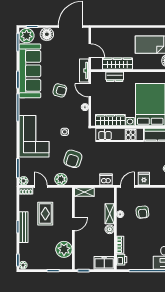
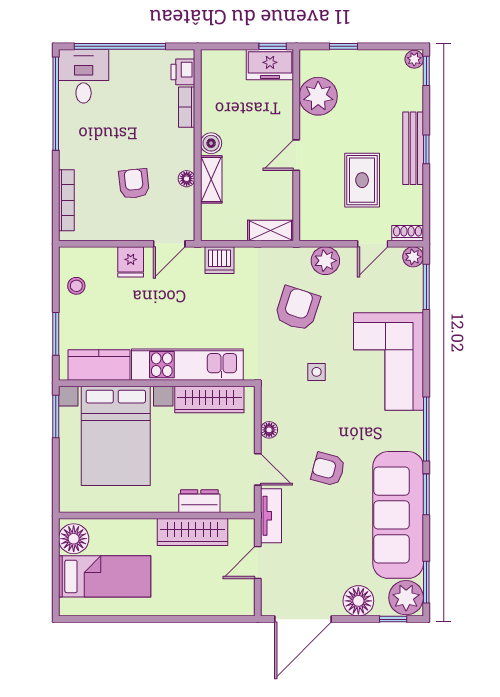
door: (90, 51) -> (258, 562), hinge flipped
door: (41, 186) -> (373, 244), hinge flipped
freezer: (104, 263) -> (270, 65), moved

